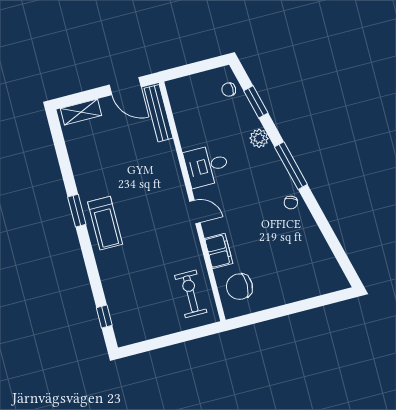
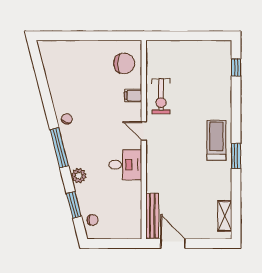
shelving: (81, 112) -> (225, 216), moved, turned 90
filing cabinet: (219, 251) -> (133, 96), width x0.50
exercise bike: (191, 294) -> (161, 96), moved

